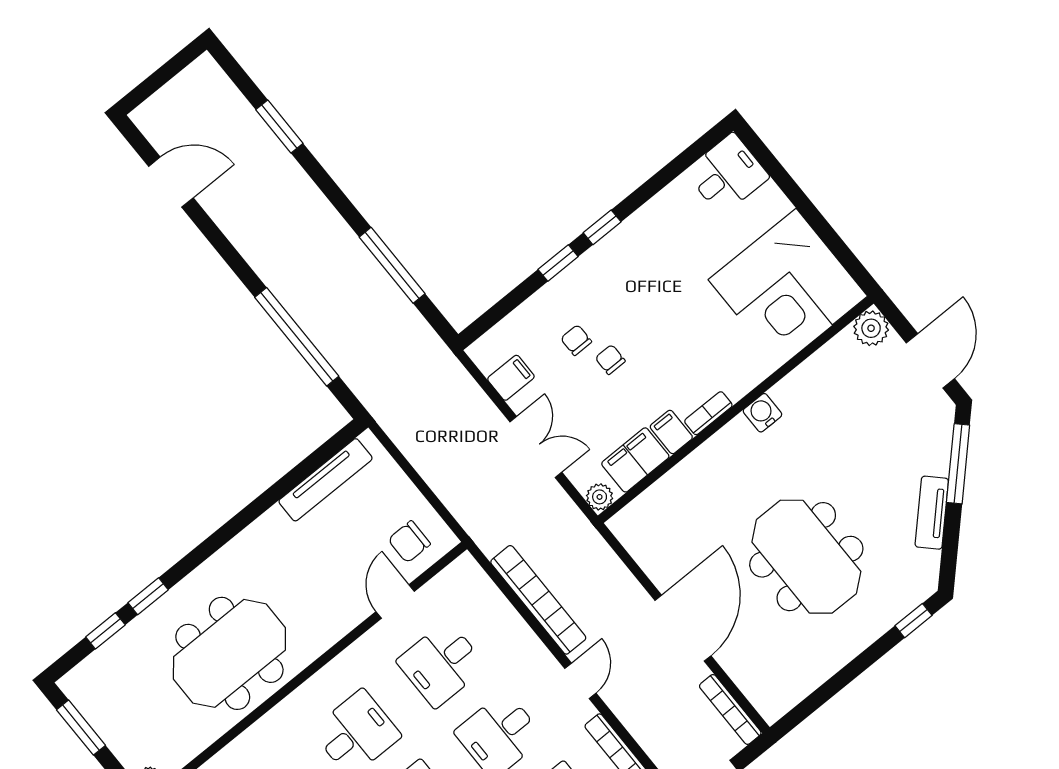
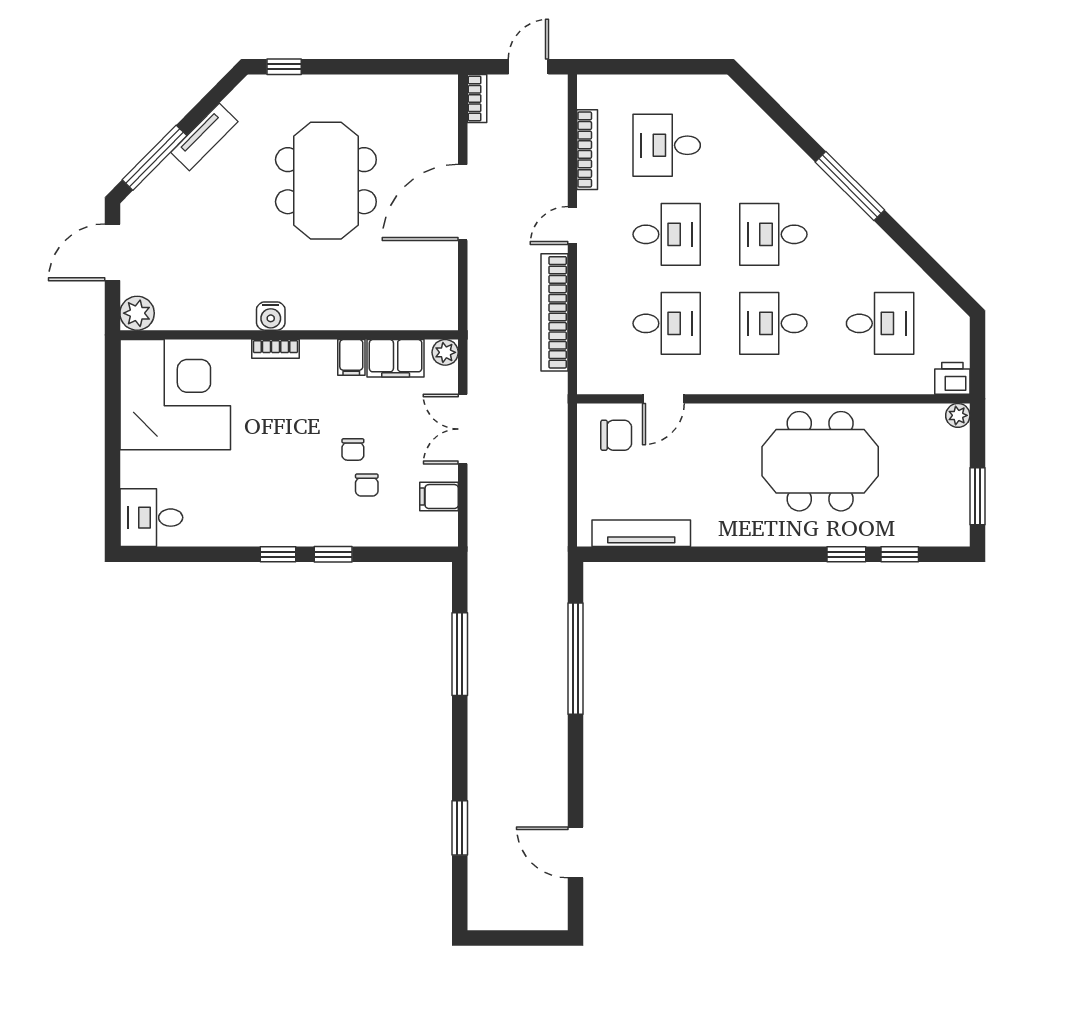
bookcase: (708, 413) -> (276, 349), moved
bookcase: (730, 709) -> (477, 99), width x0.64

